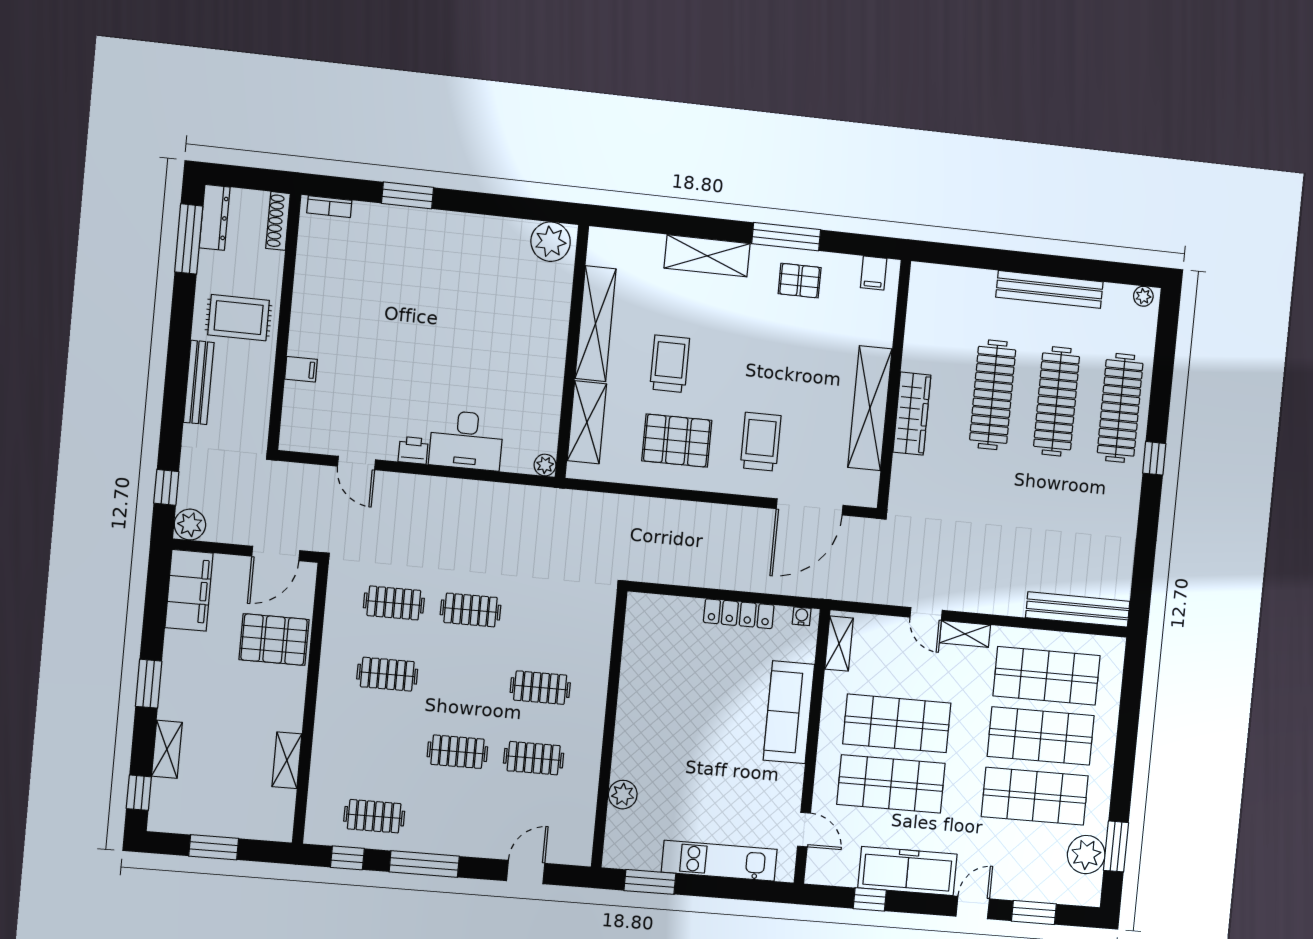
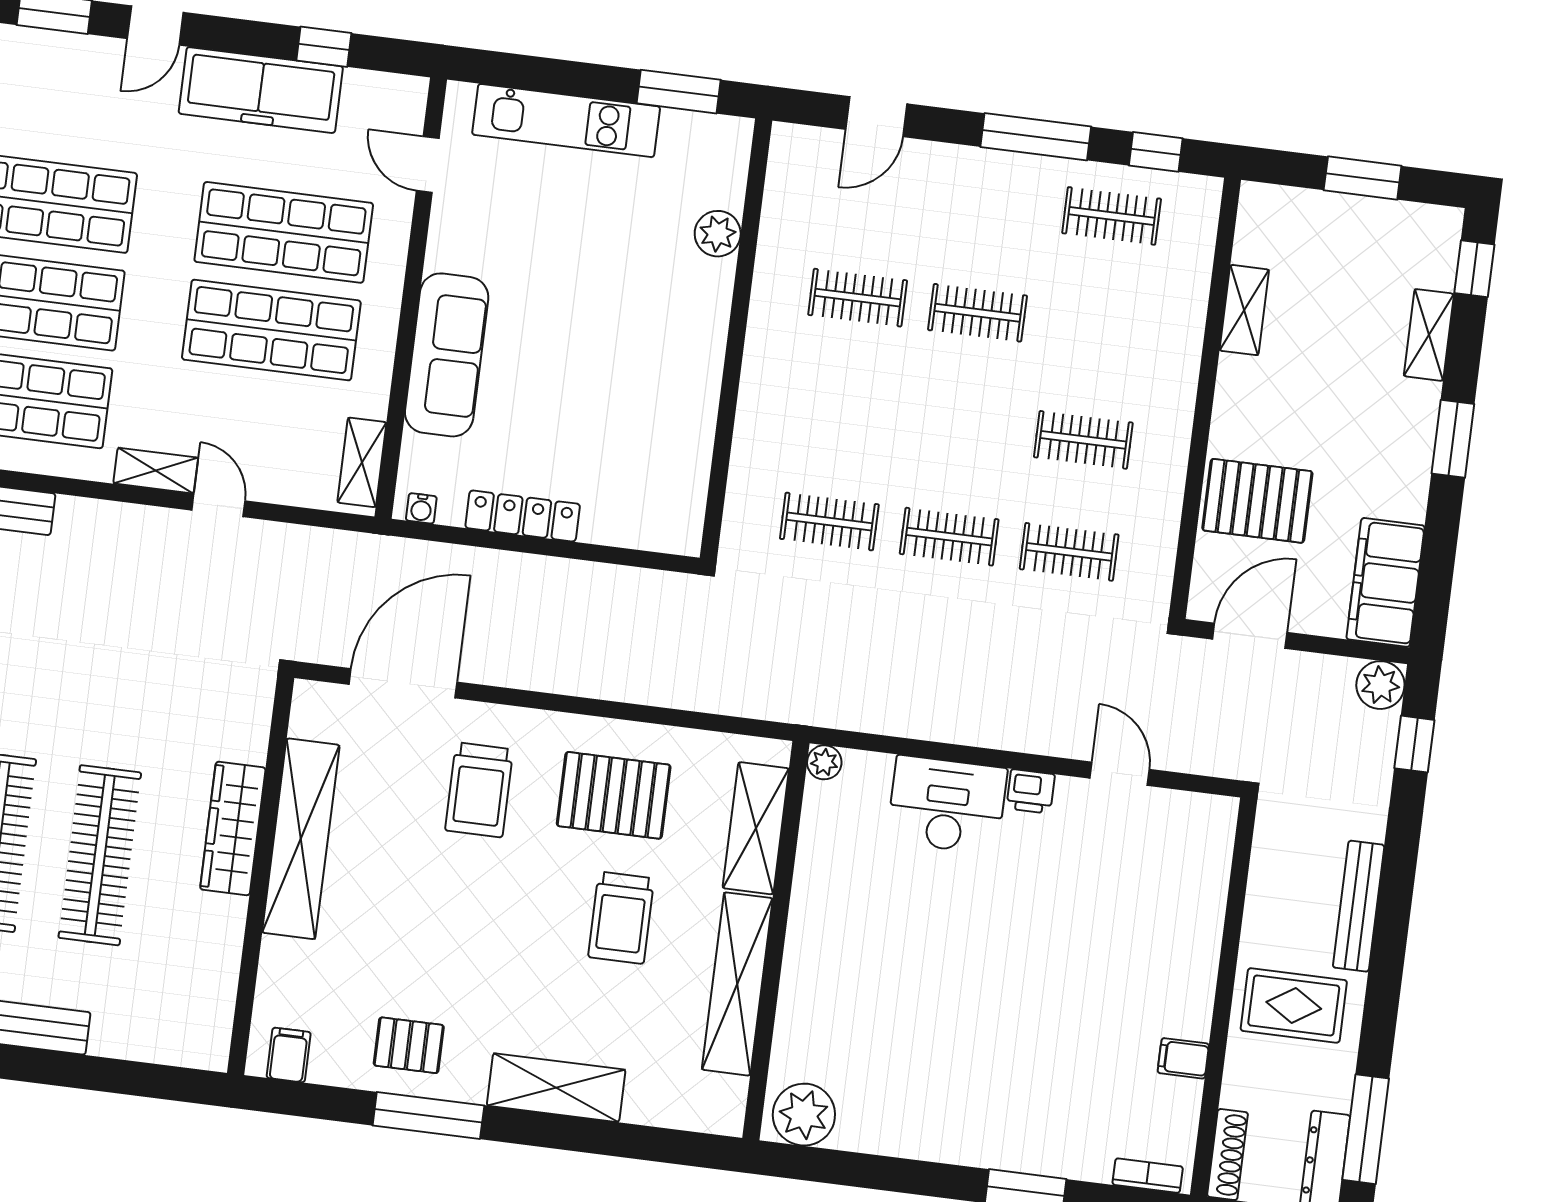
filing cabinet: (301, 369) -> (1183, 1058), moved
clothes rail: (540, 688) -> (829, 522), moved

